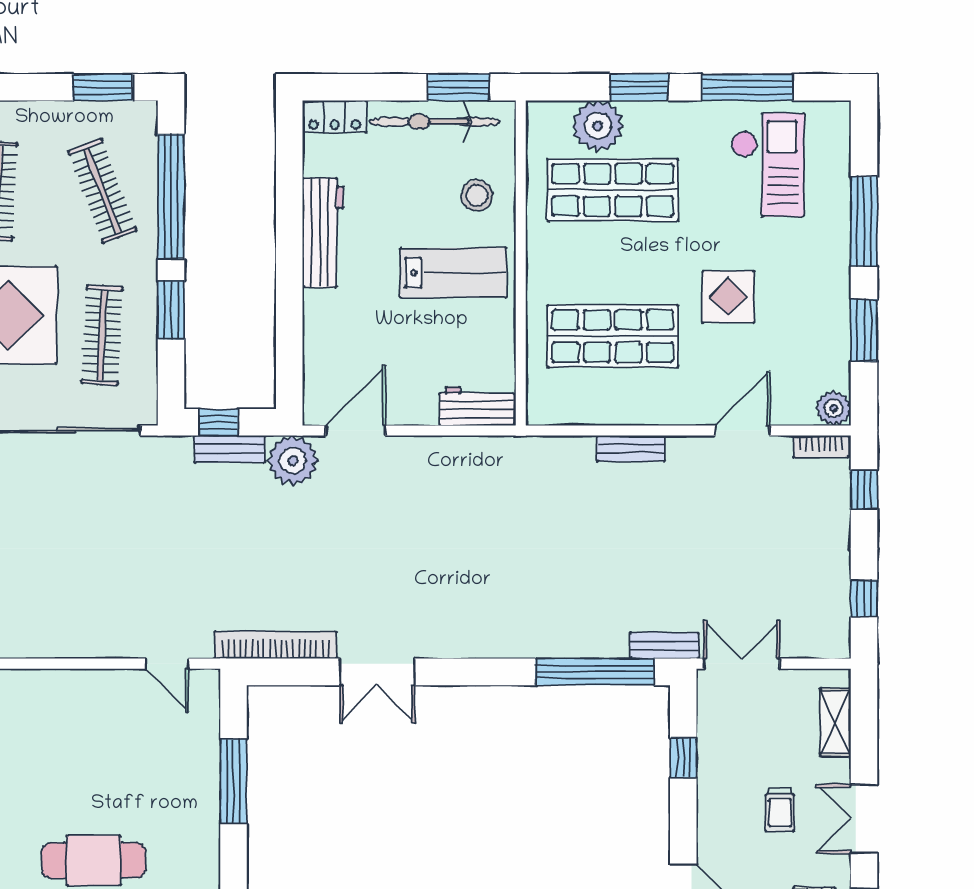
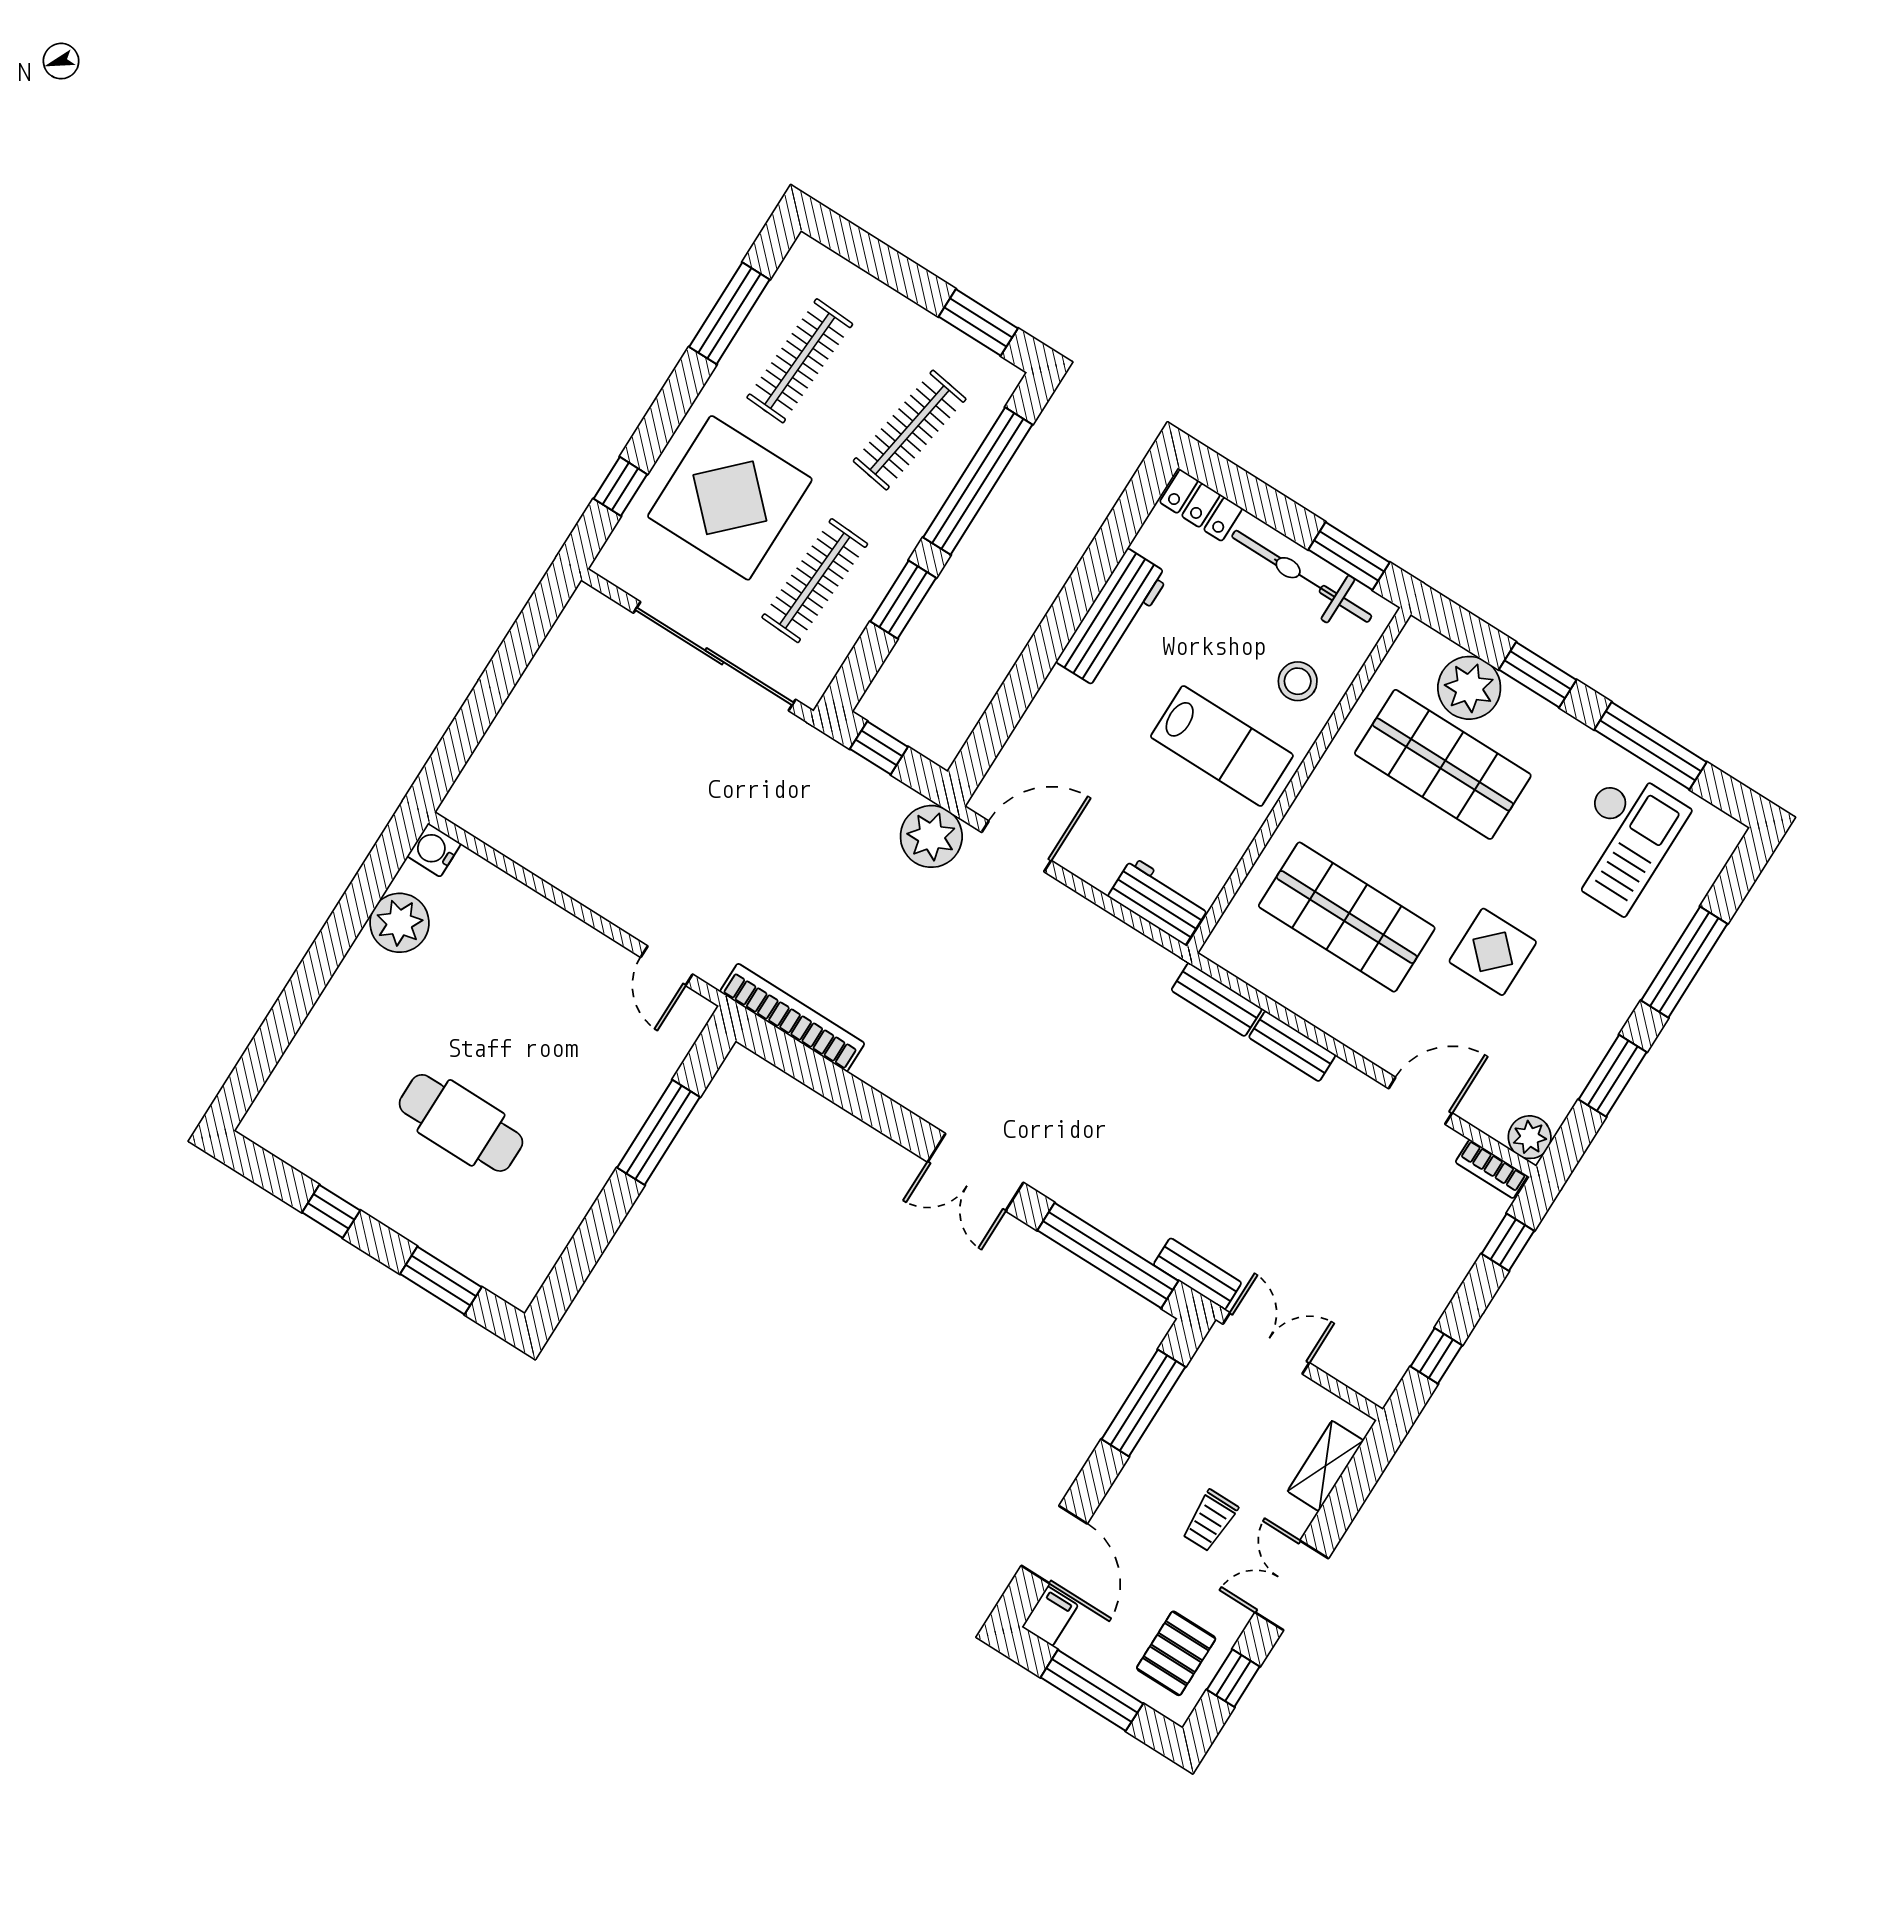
clothes rail: (102, 191) -> (910, 430), turned 30
bench: (230, 449) -> (1217, 999), moved
double door: (377, 672) -> (976, 1172), moved
window: (683, 758) -> (1143, 1403), width x2.17

